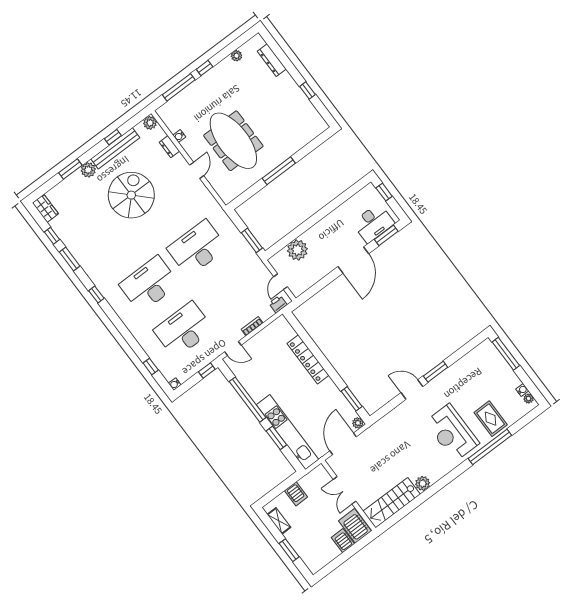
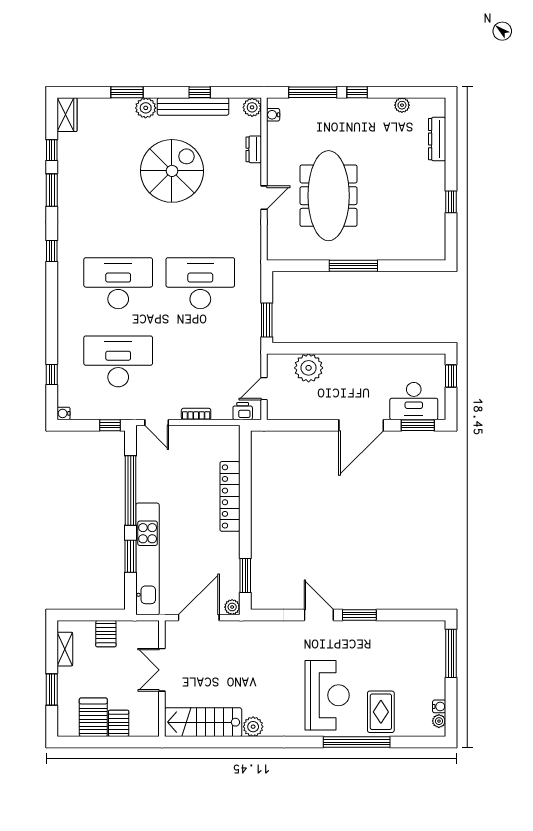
water cooler: (179, 136) -> (273, 115), moved
reception desk: (452, 433) -> (327, 695), turned 180
server rack: (355, 526) -> (93, 717), moved

